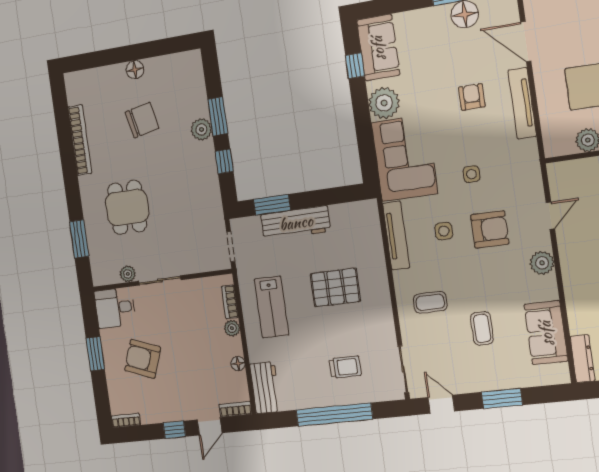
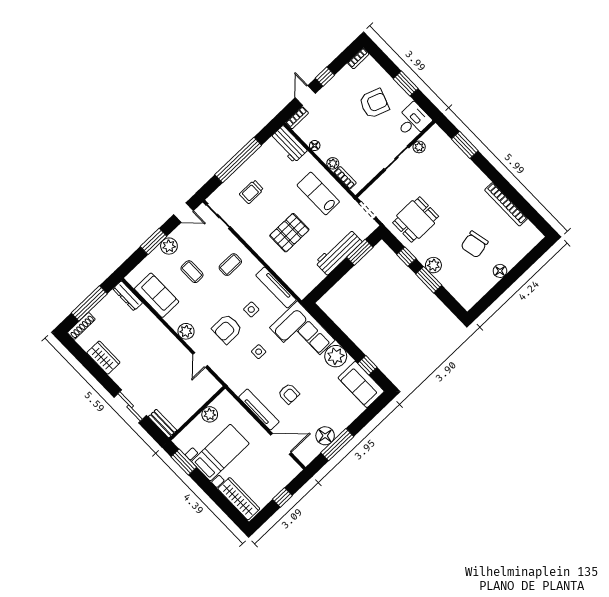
dining table: (127, 207) -> (416, 219), moved, turned 90
plant: (487, 379) -> (169, 246), added

